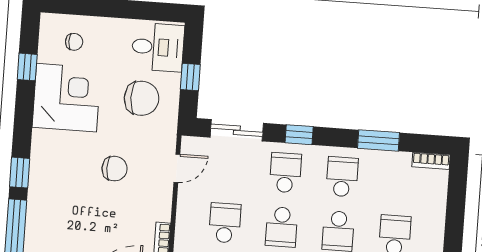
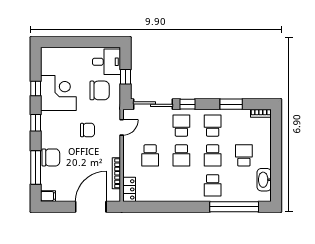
chair: (74, 42) -> (51, 157), moved, width x1.87, depth x1.87
window: (27, 67) -> (36, 89), moved
sliding door: (237, 130) -> (153, 104), width x1.37
window: (20, 173) -> (36, 123), moved
school desk: (225, 223) -> (150, 155), turned 180

